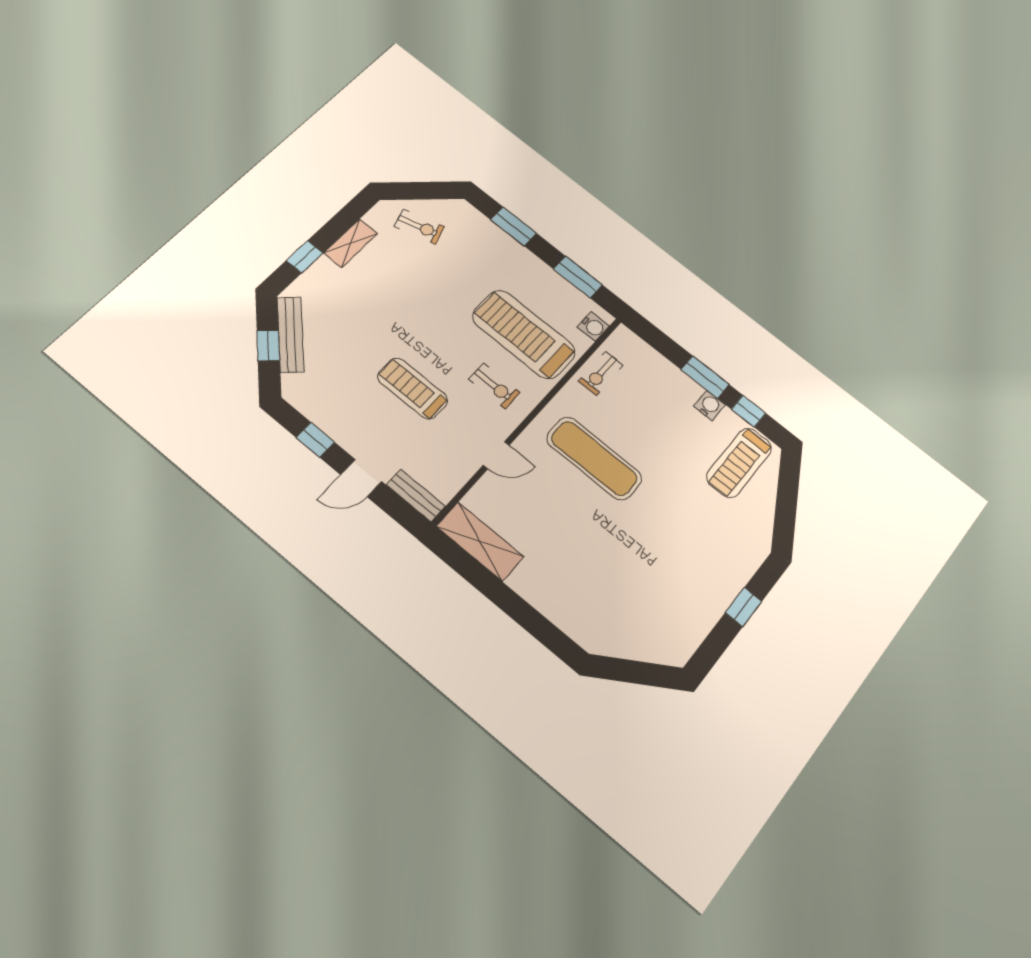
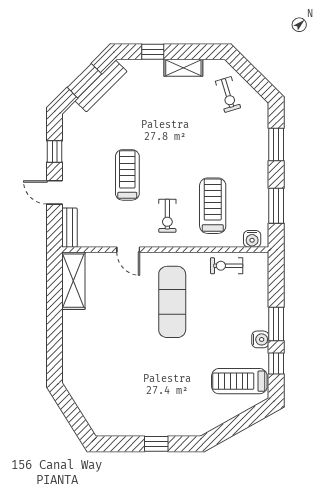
treadmill: (524, 334) -> (213, 206), width x0.73, depth x0.73
window: (268, 346) -> (85, 81), width x1.50

